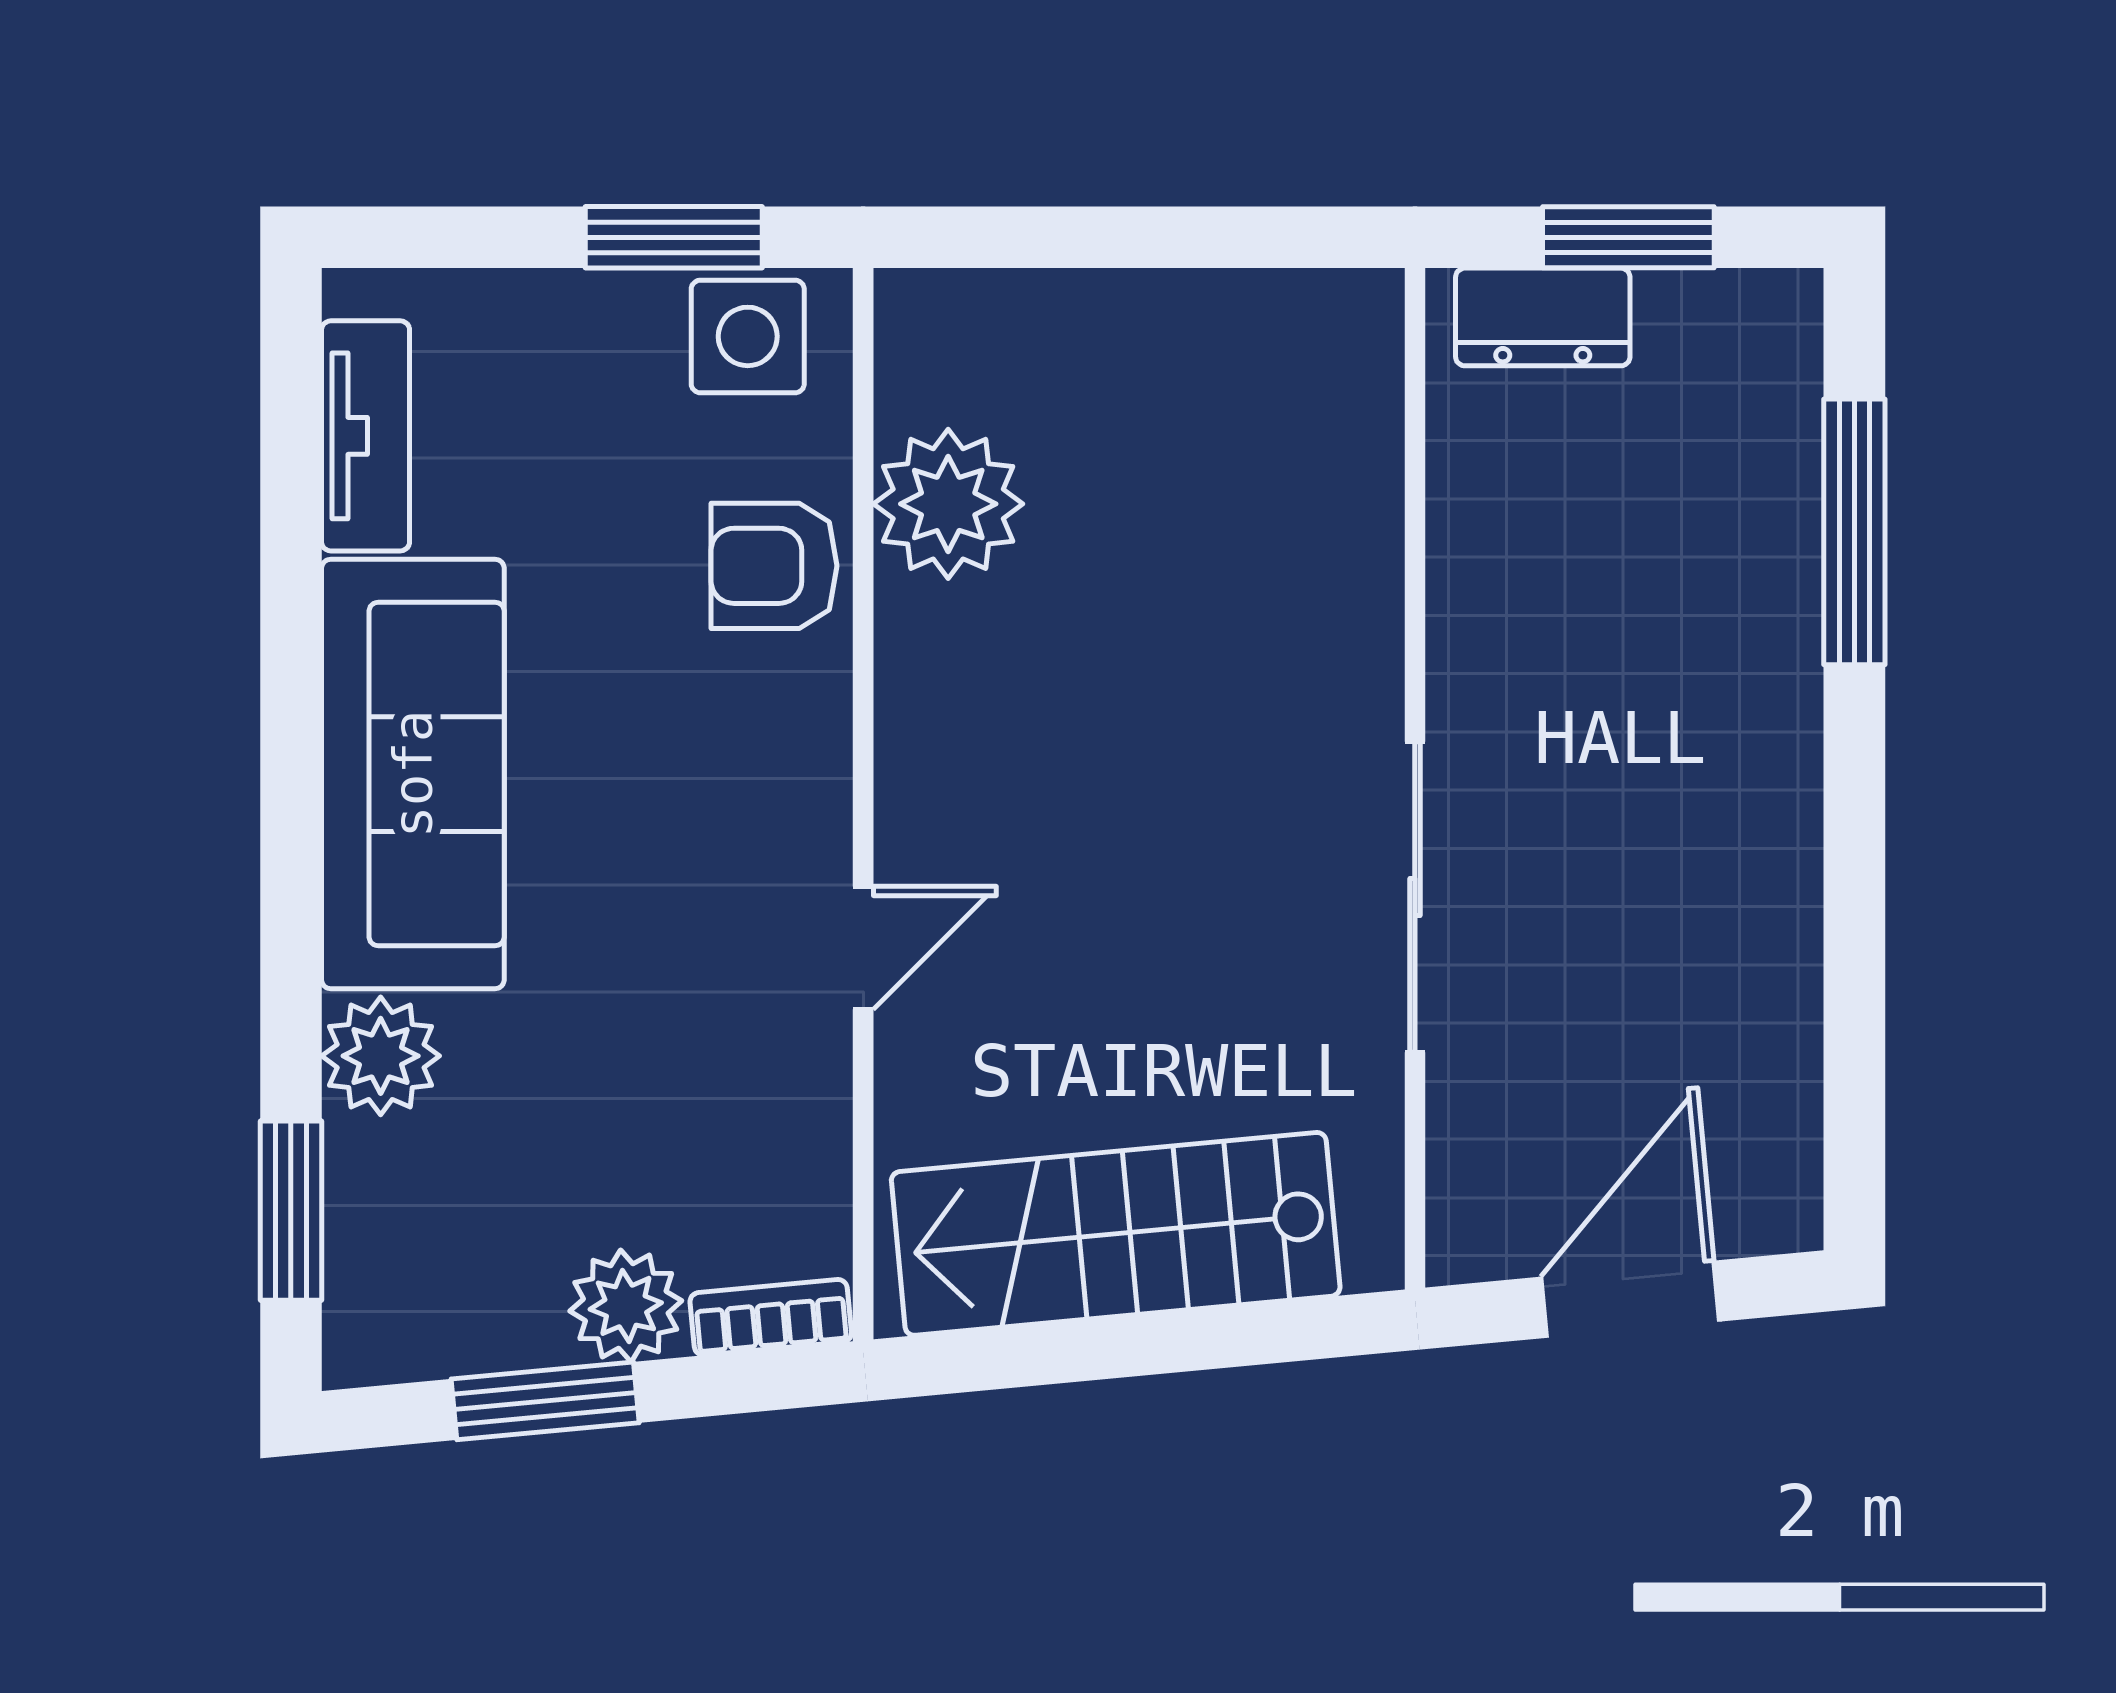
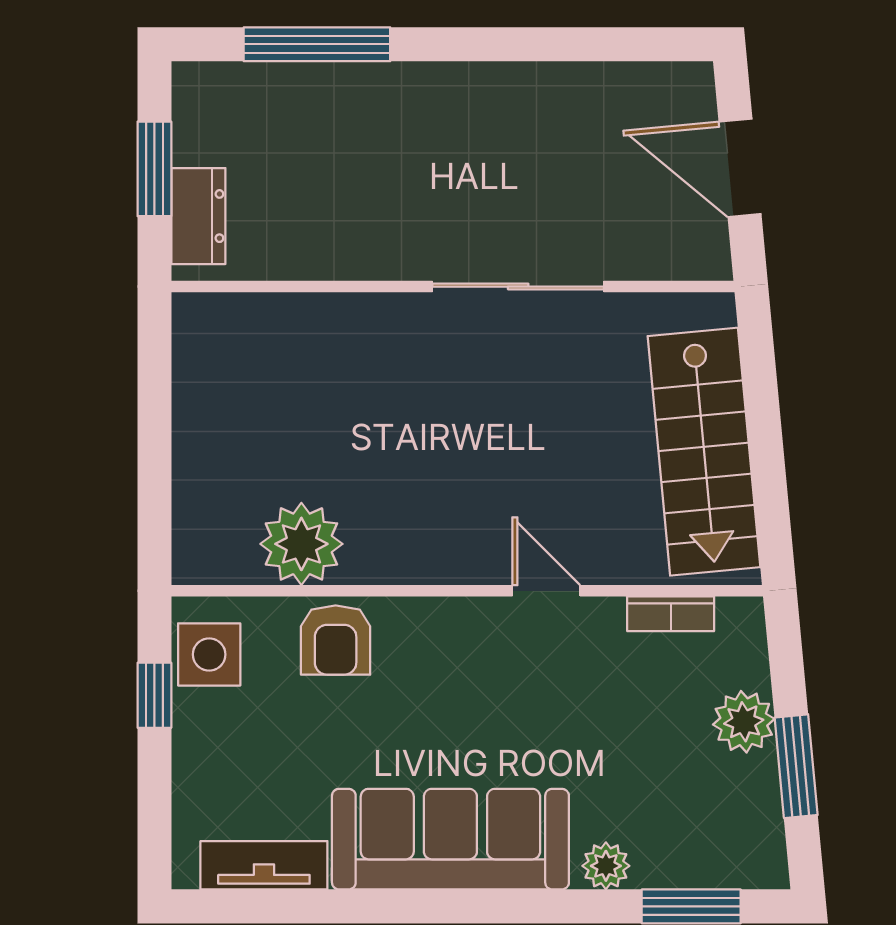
window: (674, 237) -> (154, 695), width x0.67
plant: (381, 1056) -> (606, 866), width x0.73, depth x0.73
bookcase: (771, 1317) -> (671, 614), moved, turned -85

